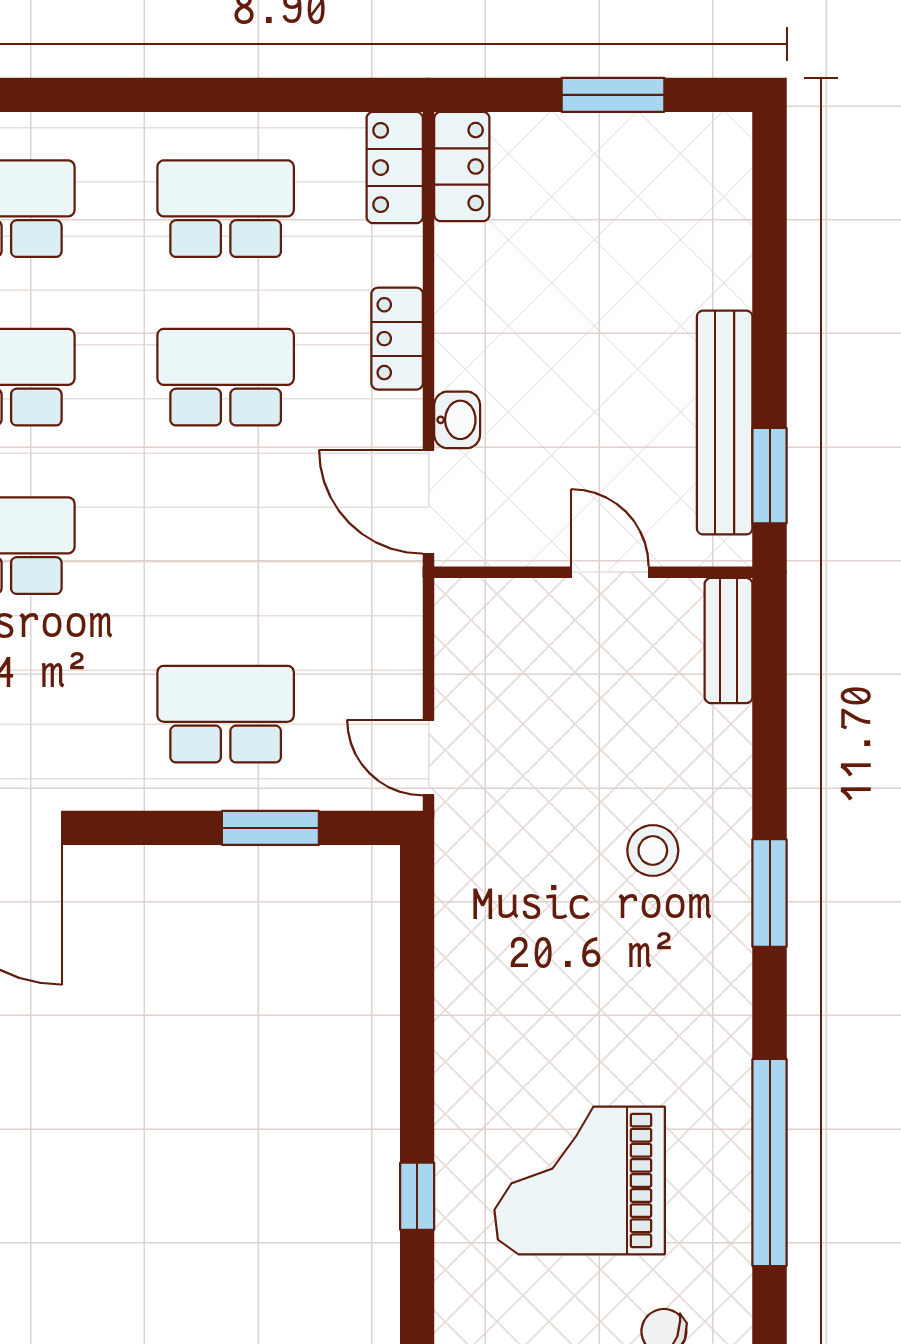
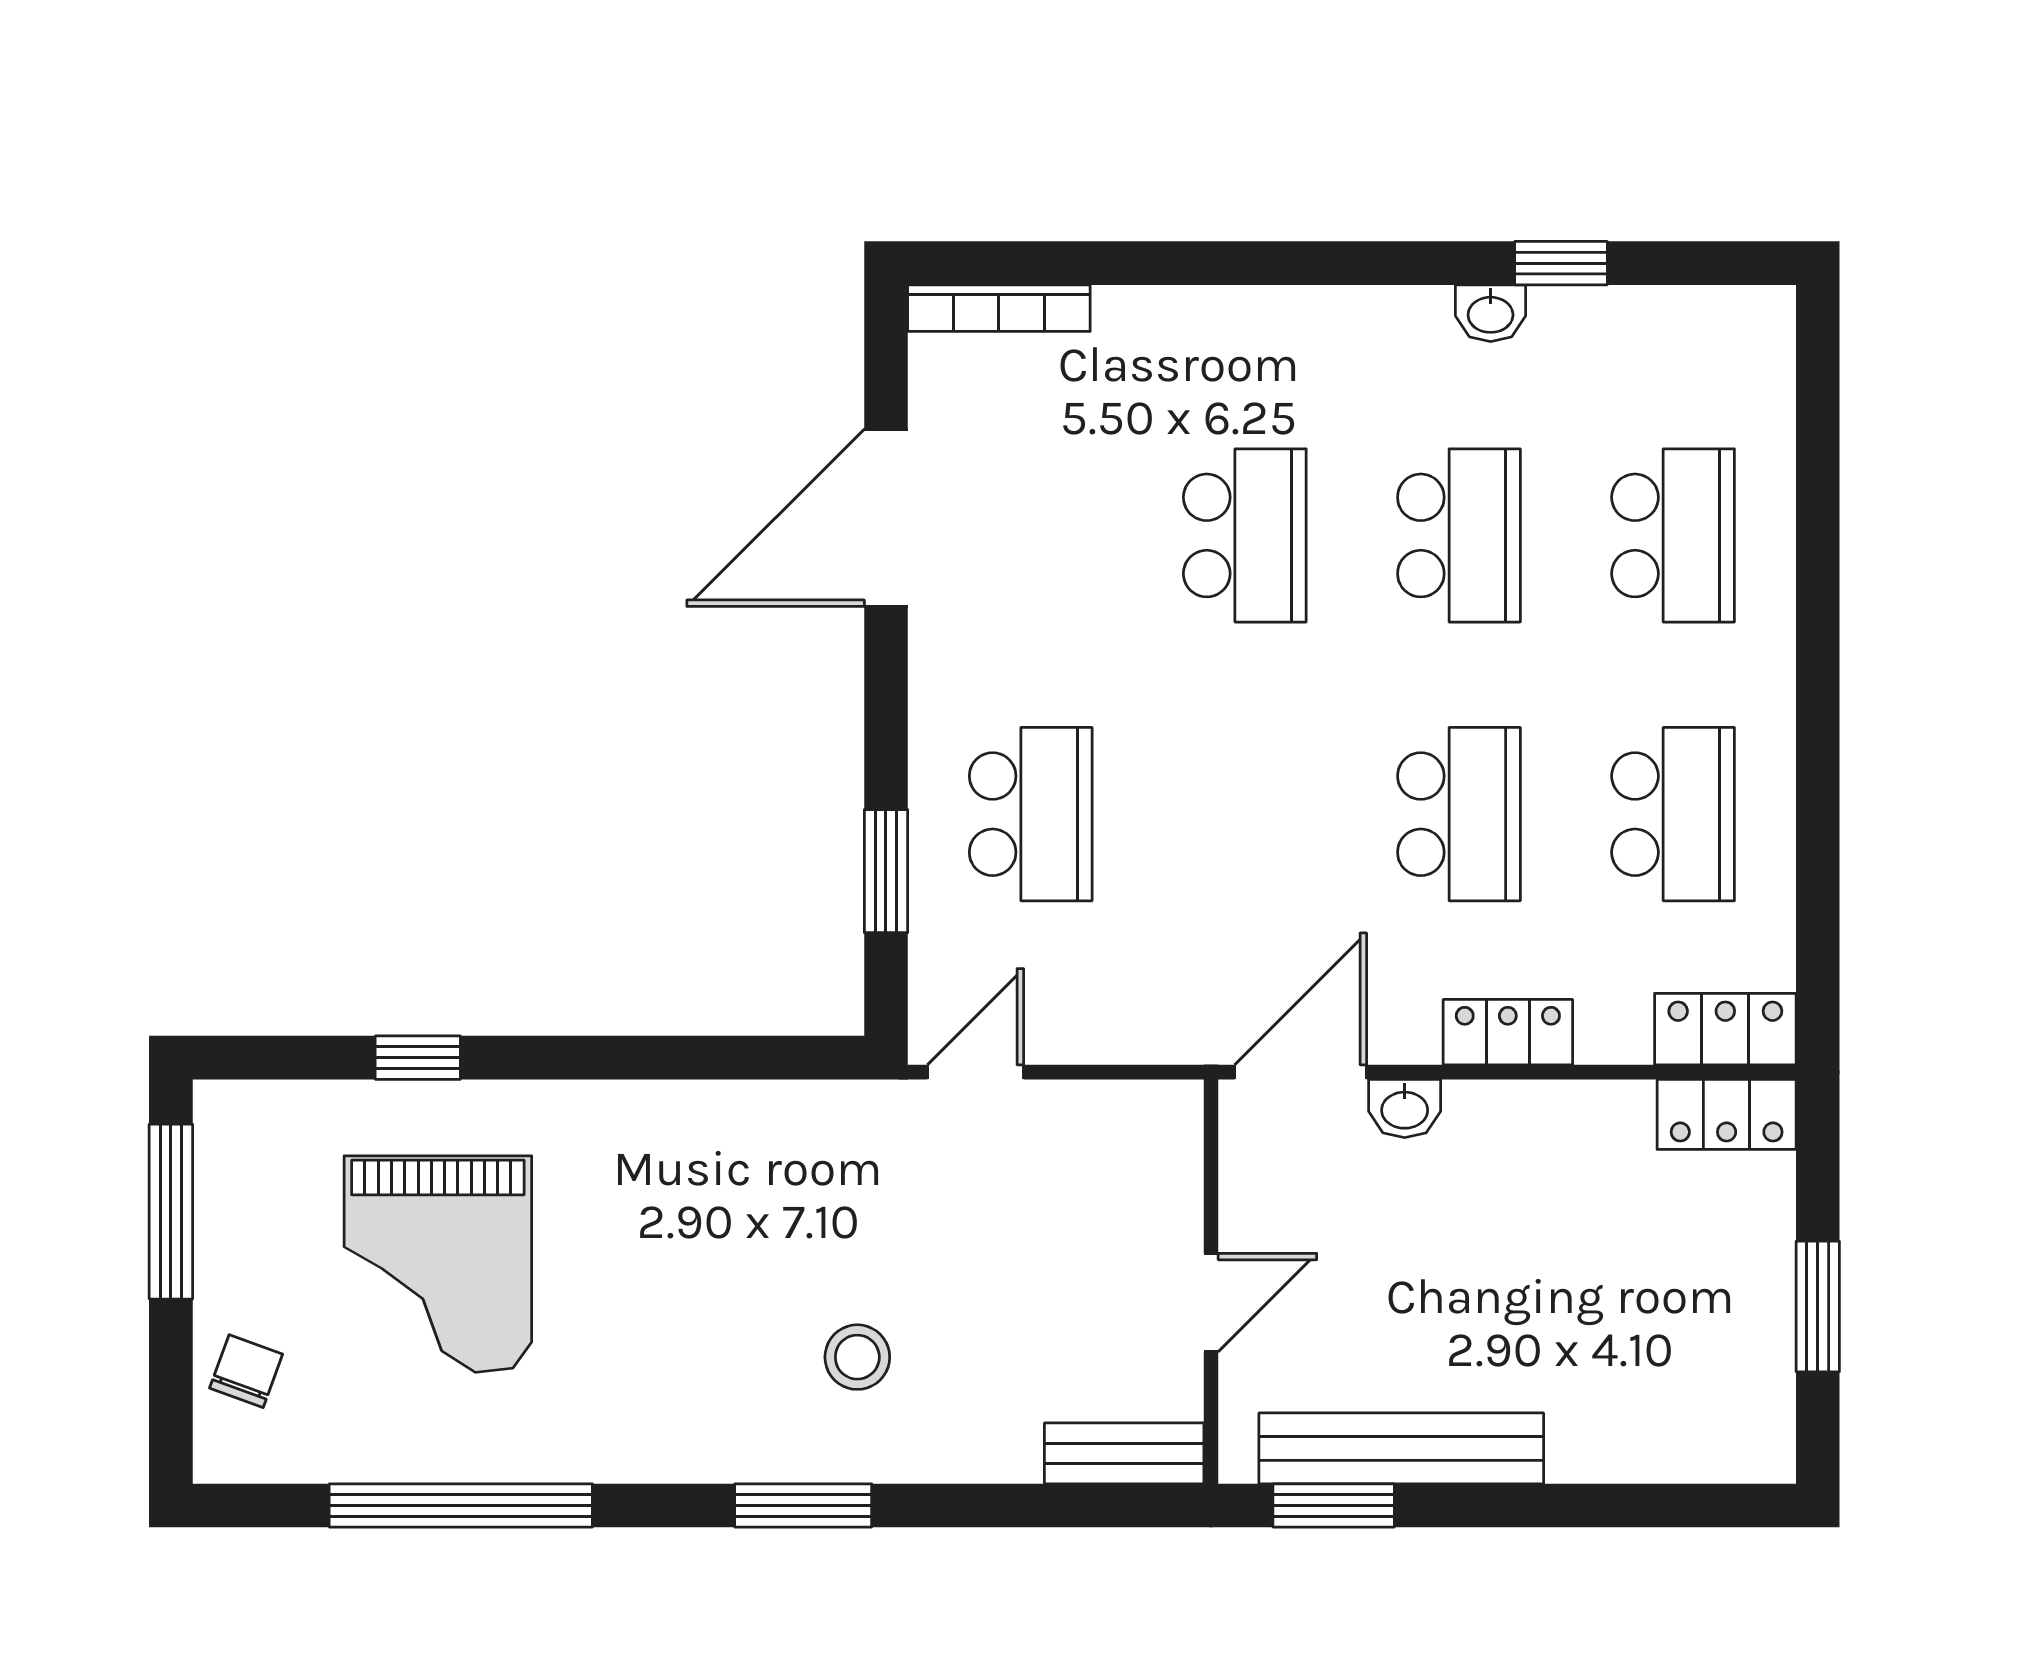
grand piano: (580, 1180) -> (438, 1264), turned 180

